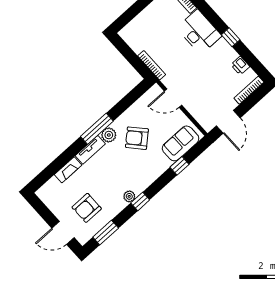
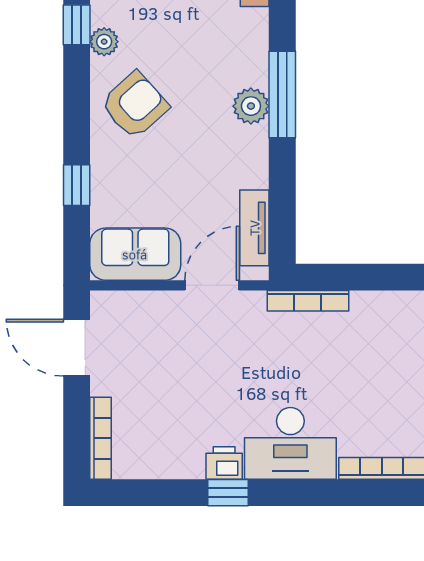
printer: (240, 66) -> (224, 463), moved
armchair: (137, 138) -> (135, 105), moved
sofa: (181, 143) -> (135, 254), moved, turned -90
tv unit: (90, 150) -> (254, 228), moved
window: (140, 201) -> (77, 25), moved

